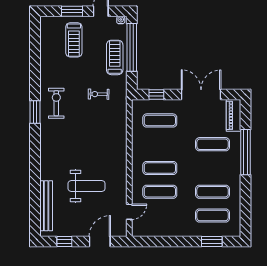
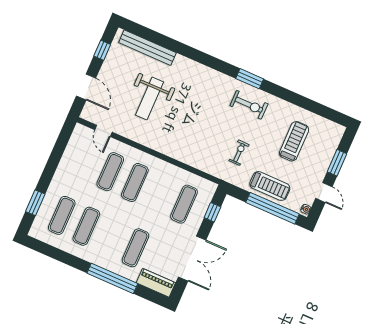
treadmill: (74, 40) -> (294, 141), moved, turned 90

